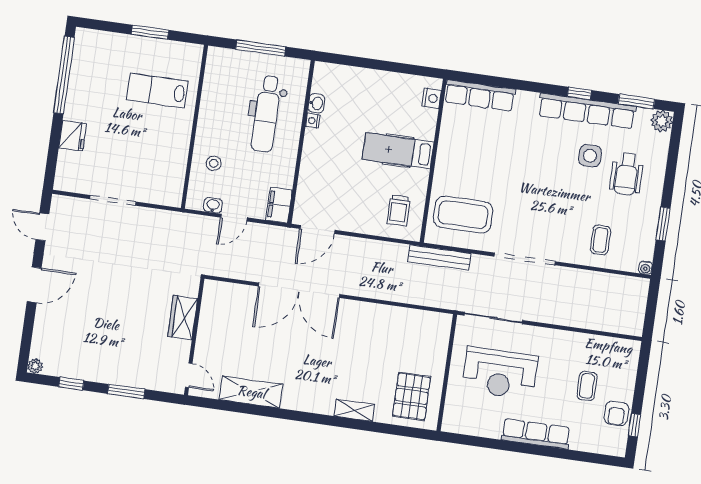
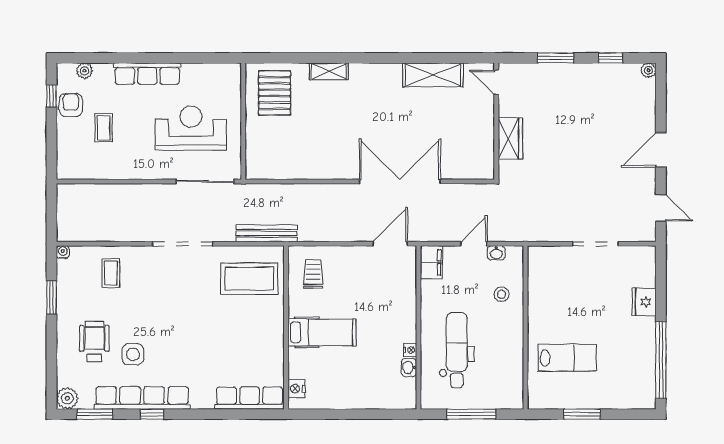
plant: (598, 445) -> (85, 71), added

